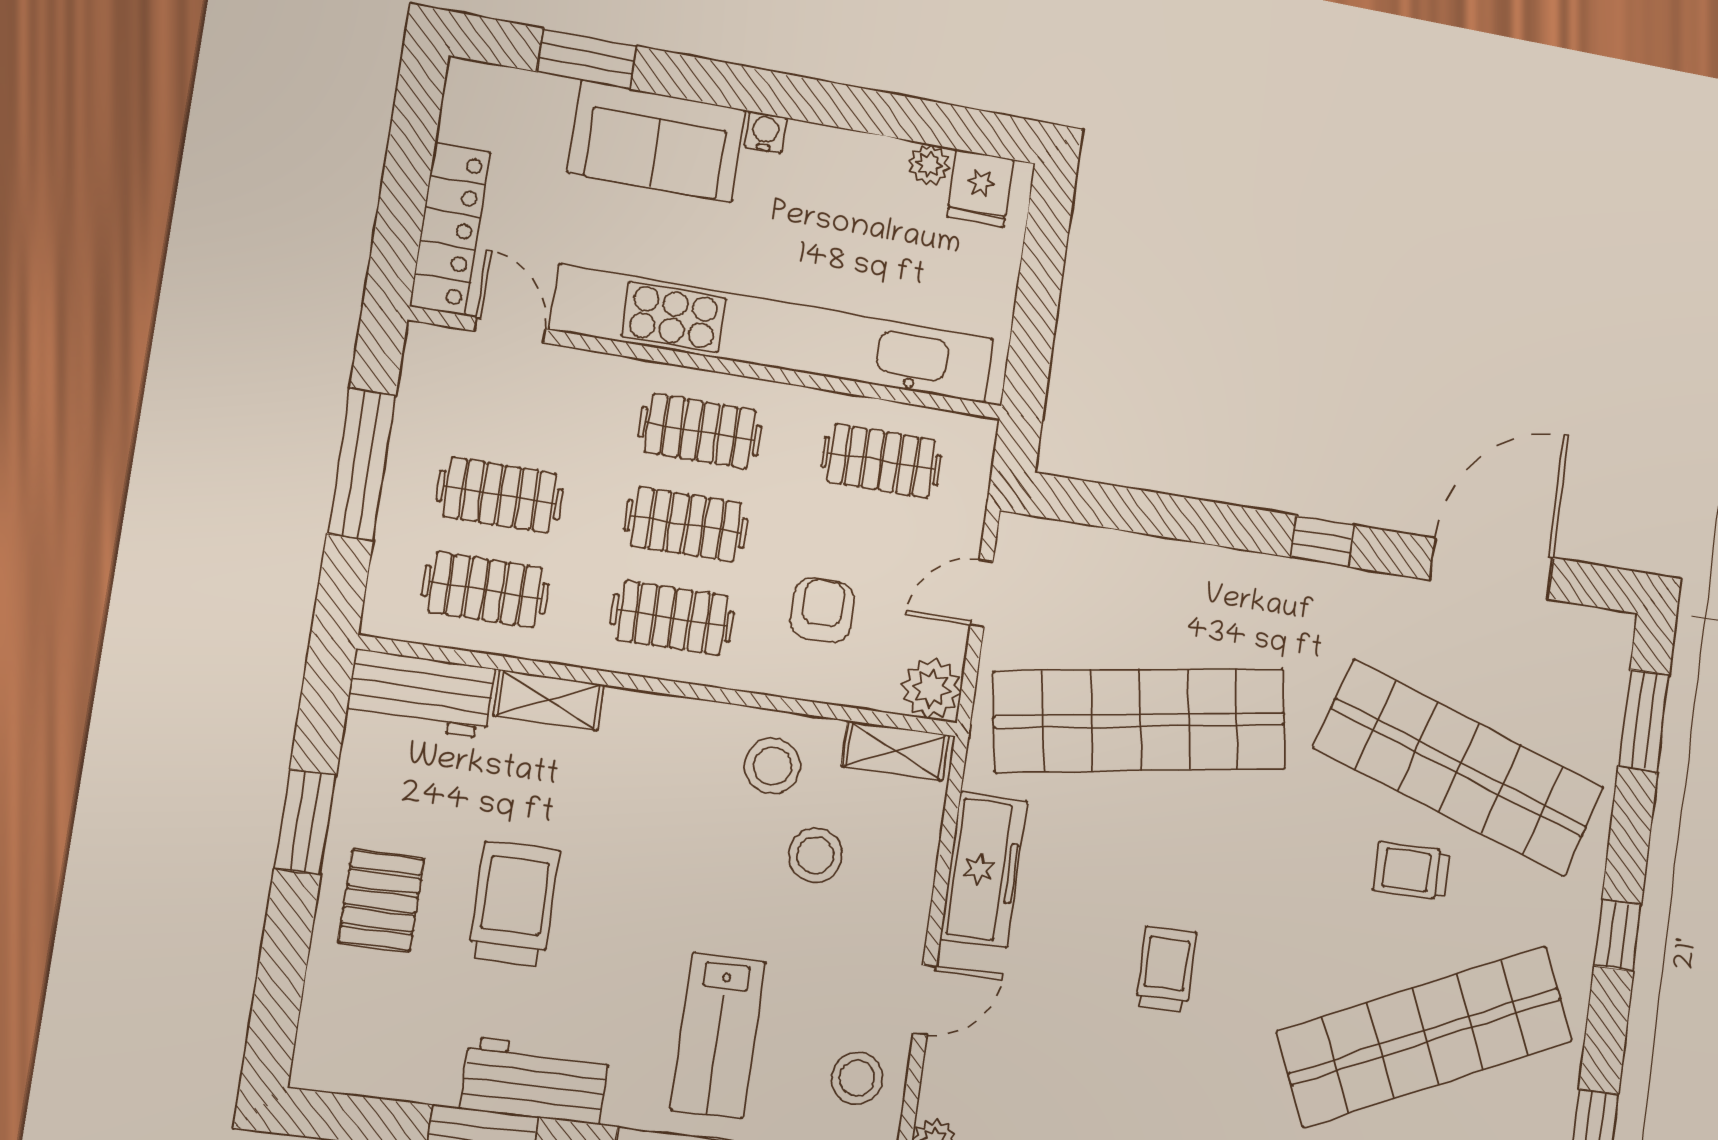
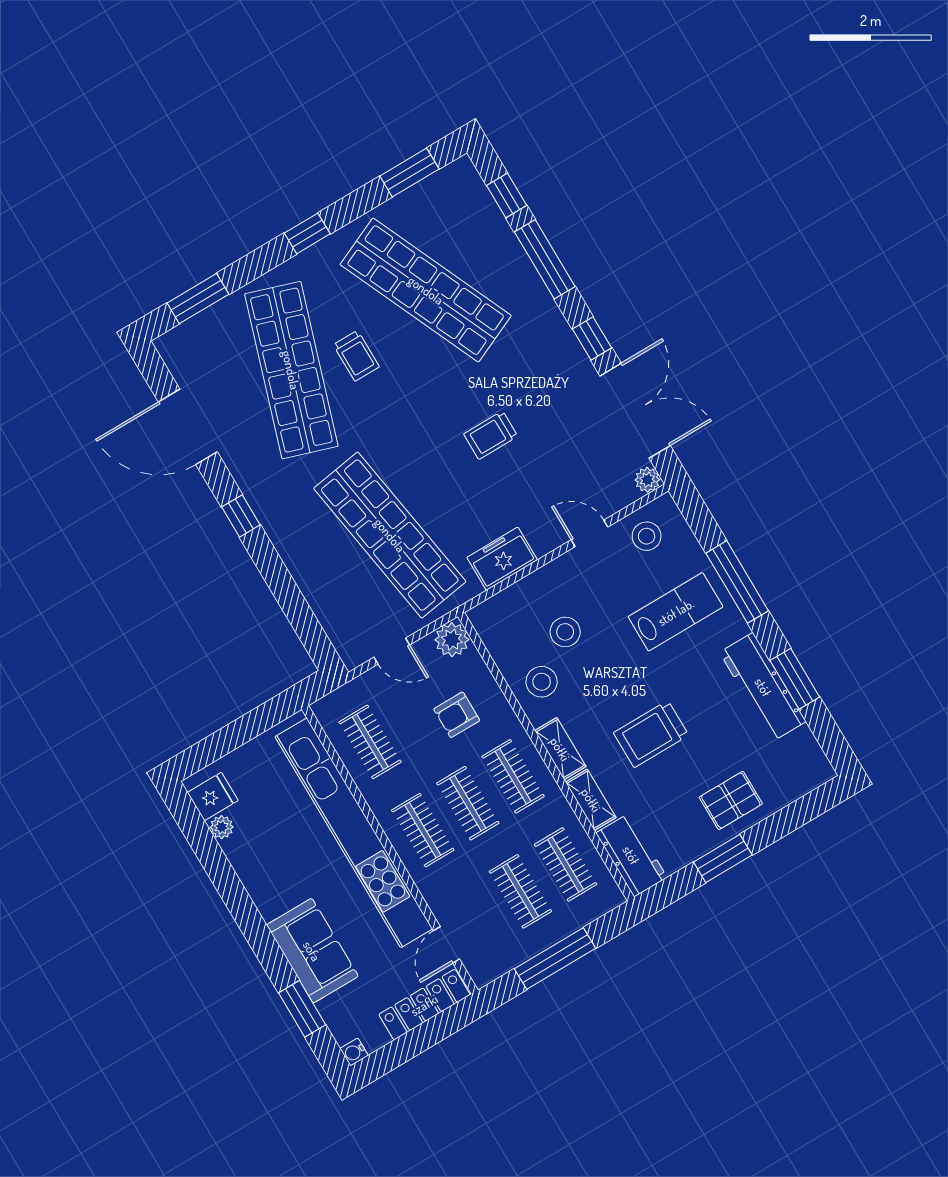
water cooler: (765, 132) -> (354, 1052), moved
shelving: (895, 751) -> (560, 749), moved
freezer: (984, 870) -> (502, 559), width x0.71
trolley: (514, 904) -> (651, 734), moved
workbench: (535, 1081) -> (763, 687), width x1.38

